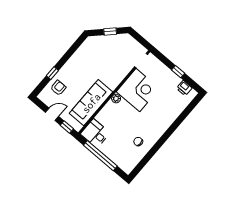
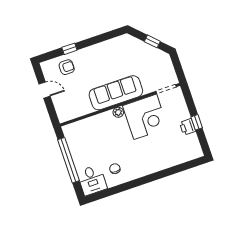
printer: (184, 88) -> (188, 127), moved
sofa: (91, 103) -> (116, 93), moved
window: (67, 127) -> (52, 111), removed
desk: (95, 133) -> (92, 180), moved, turned 180

